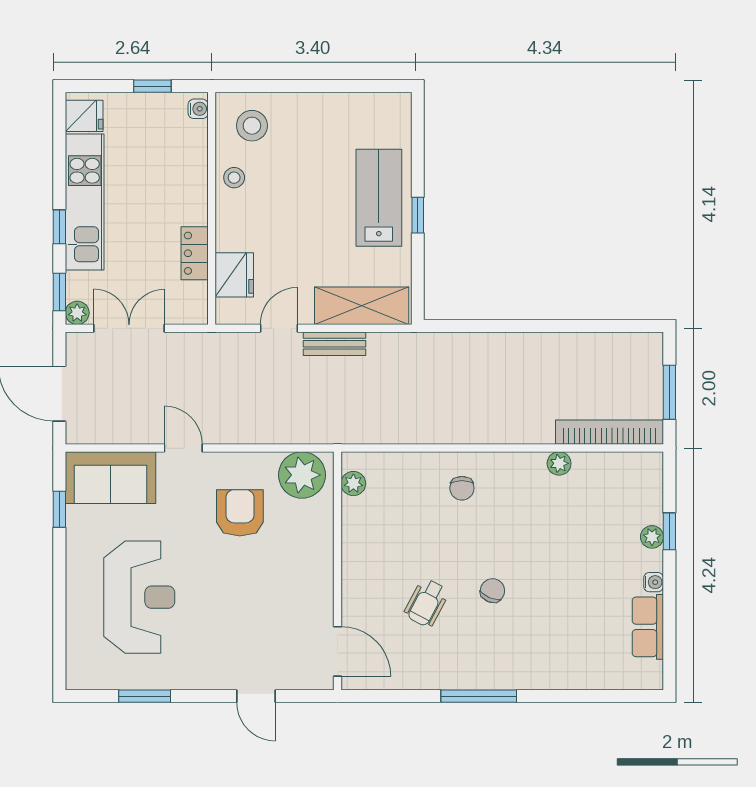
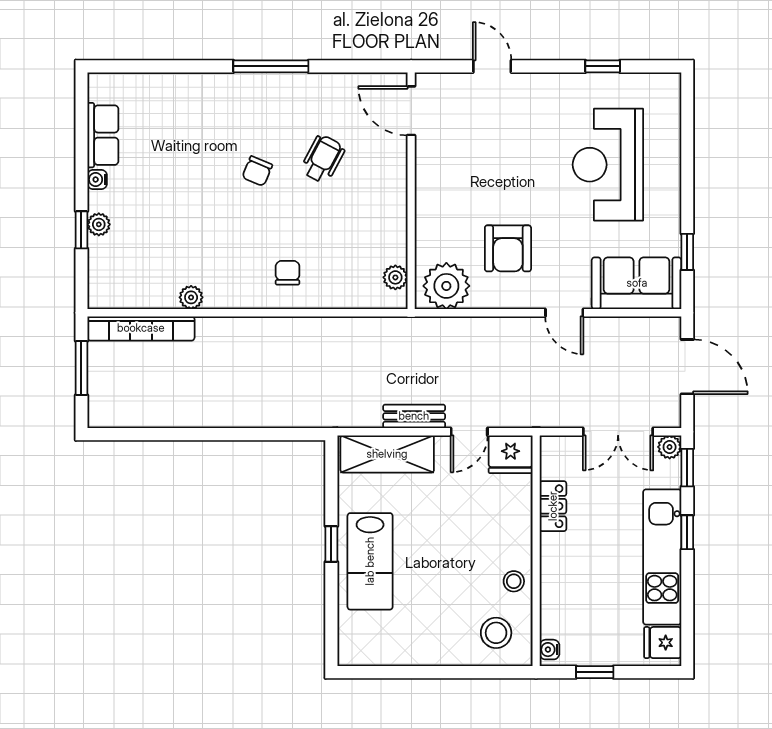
fridge: (234, 275) -> (511, 454), moved, turned -90
window: (145, 696) -> (603, 66), width x0.67

